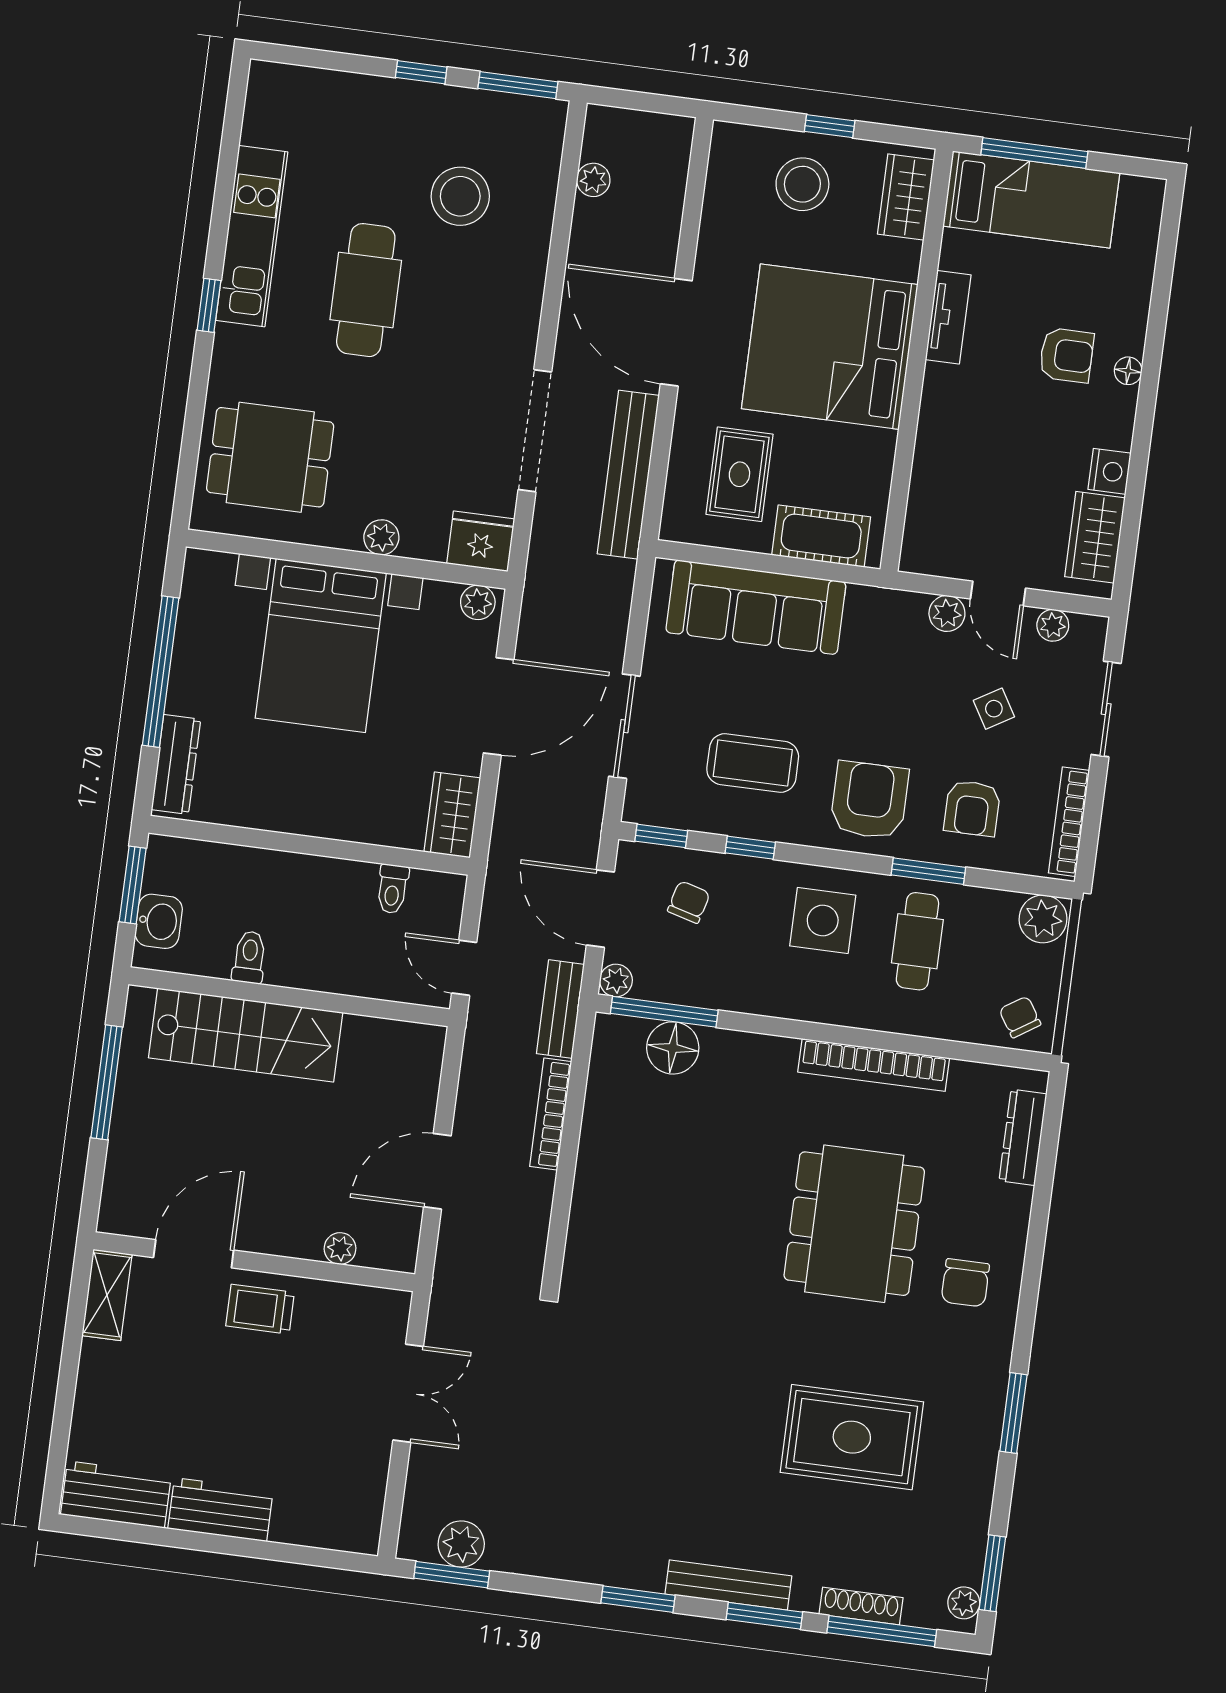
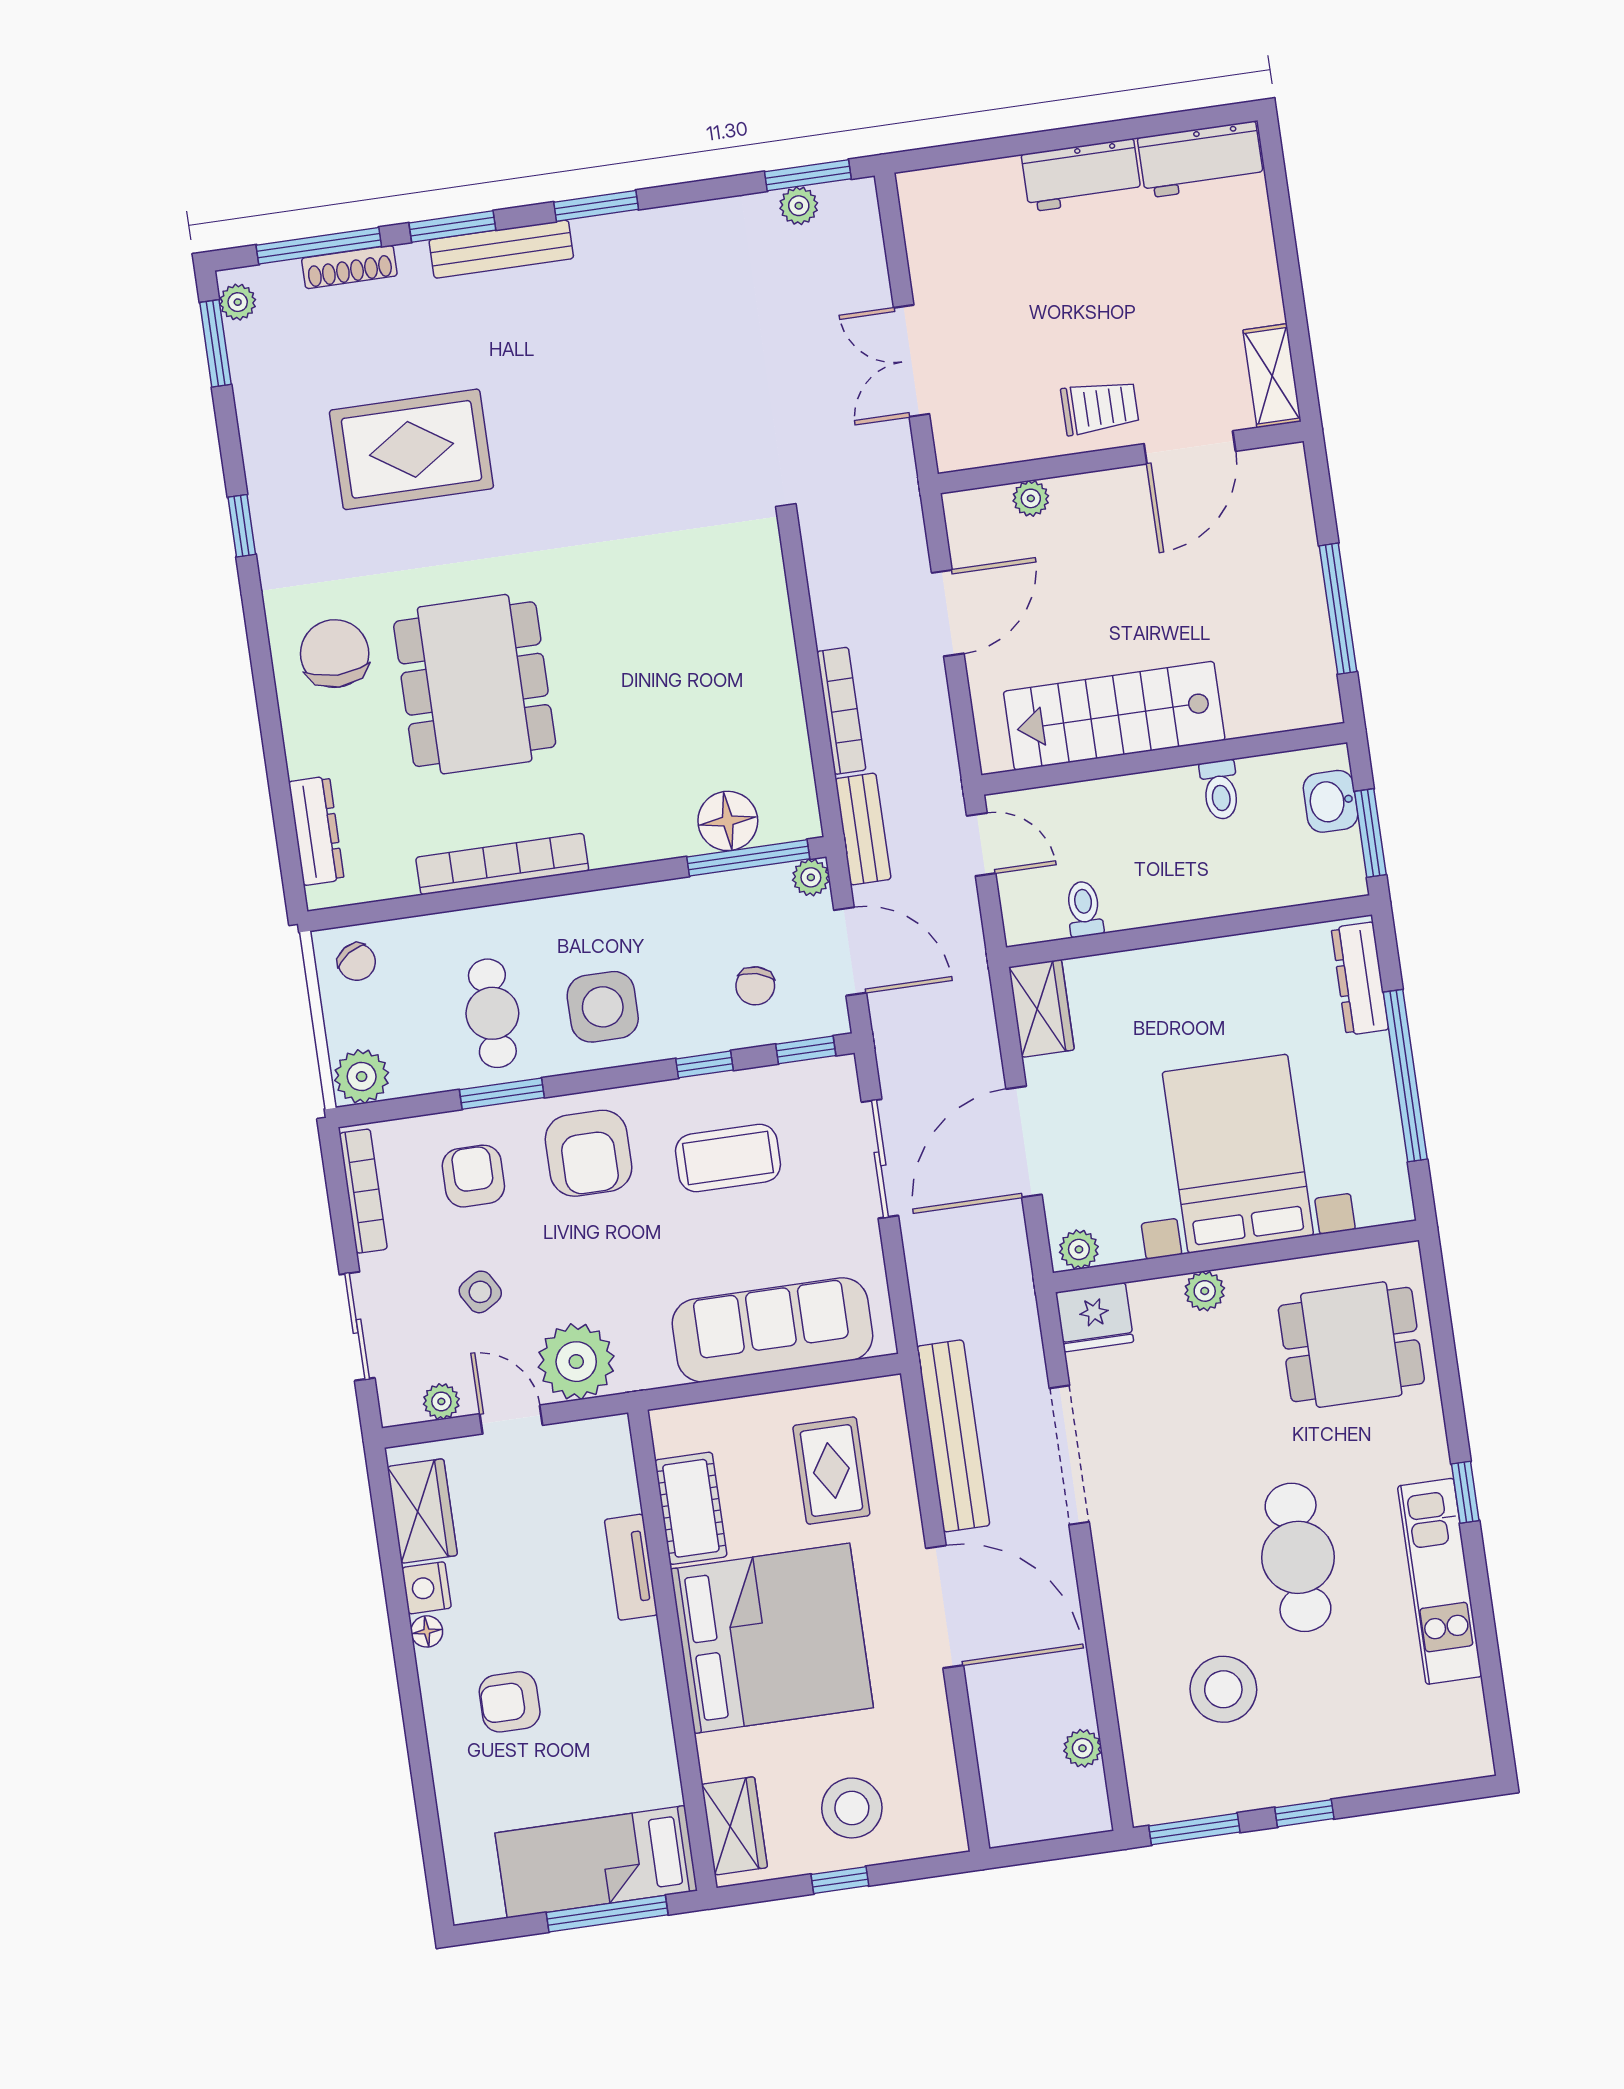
tv unit: (948, 317) -> (631, 1567), moved
floor lamp: (1128, 371) -> (427, 1631), moved
cot: (821, 536) -> (691, 1508), moved, turned 90
plant: (947, 613) -> (576, 1362), width x1.88, depth x1.88
stairs: (246, 1035) -> (1114, 716), moved
chair: (965, 1283) -> (335, 654), width x1.37, depth x1.37
window: (1013, 1413) -> (242, 526), width x0.67
plant: (461, 1544) -> (799, 206), width x0.73, depth x0.73

